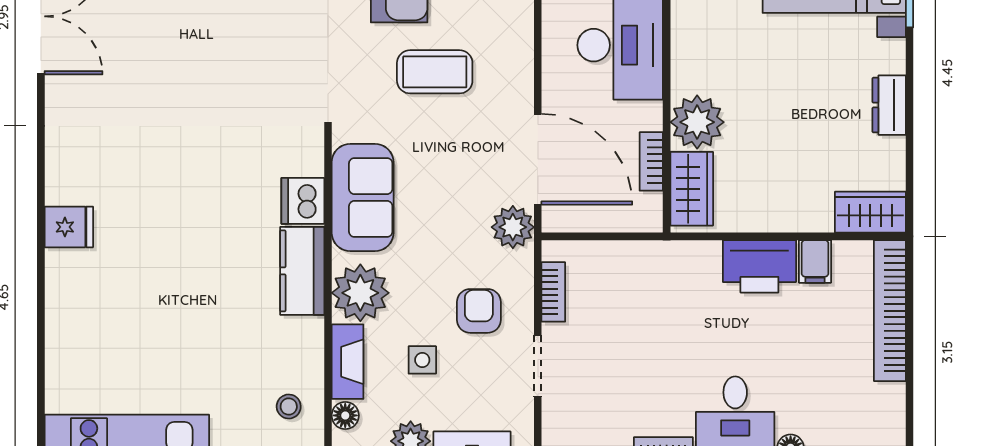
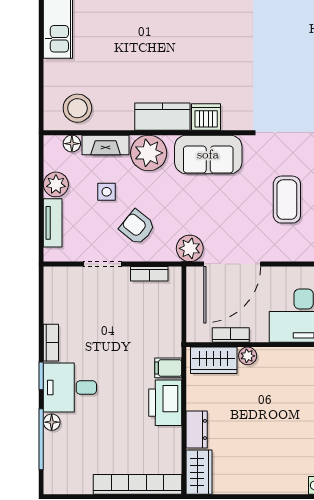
dresser: (889, 105) -> (197, 429), moved, turned 90
plant: (697, 122) -> (248, 356), width x0.53, depth x0.53
filing cabinet: (815, 261) -> (168, 368), moved
armchair: (479, 311) -> (137, 227), turned -141
stool: (289, 407) -> (77, 108), width x1.89, depth x1.89

